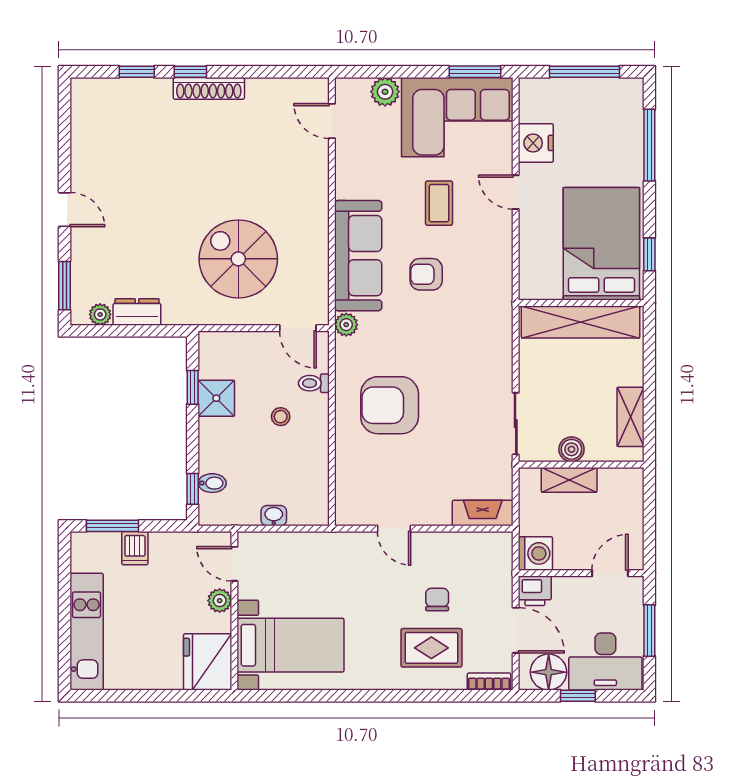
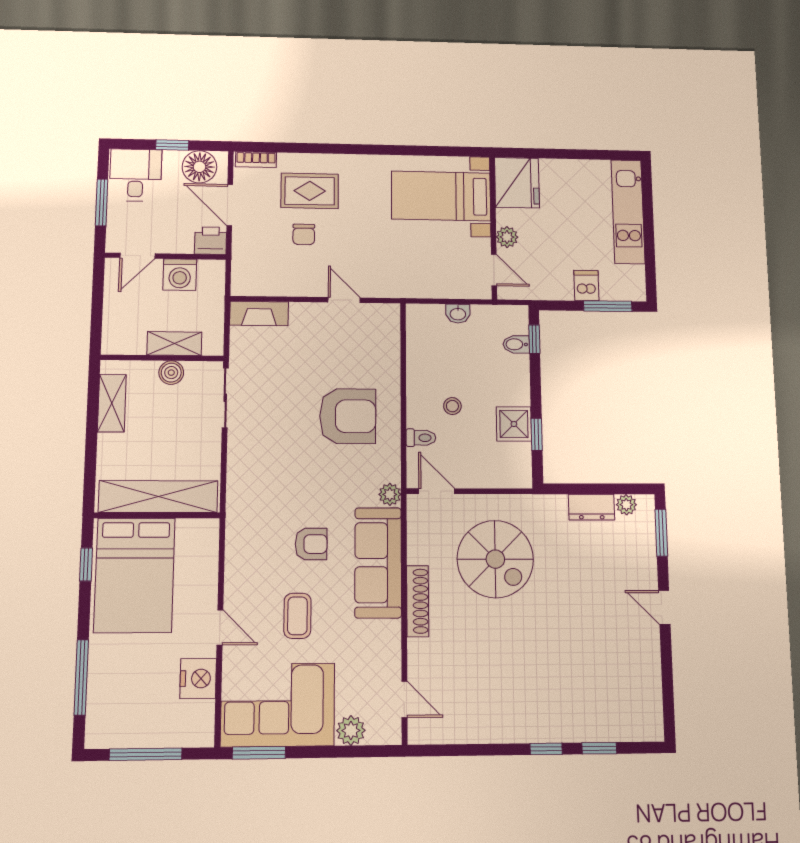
shoe rack: (209, 88) -> (418, 601), moved, turned 90
washing machine: (535, 553) -> (180, 275), moved, turned -90
desk: (605, 662) -> (136, 175), width x0.73

